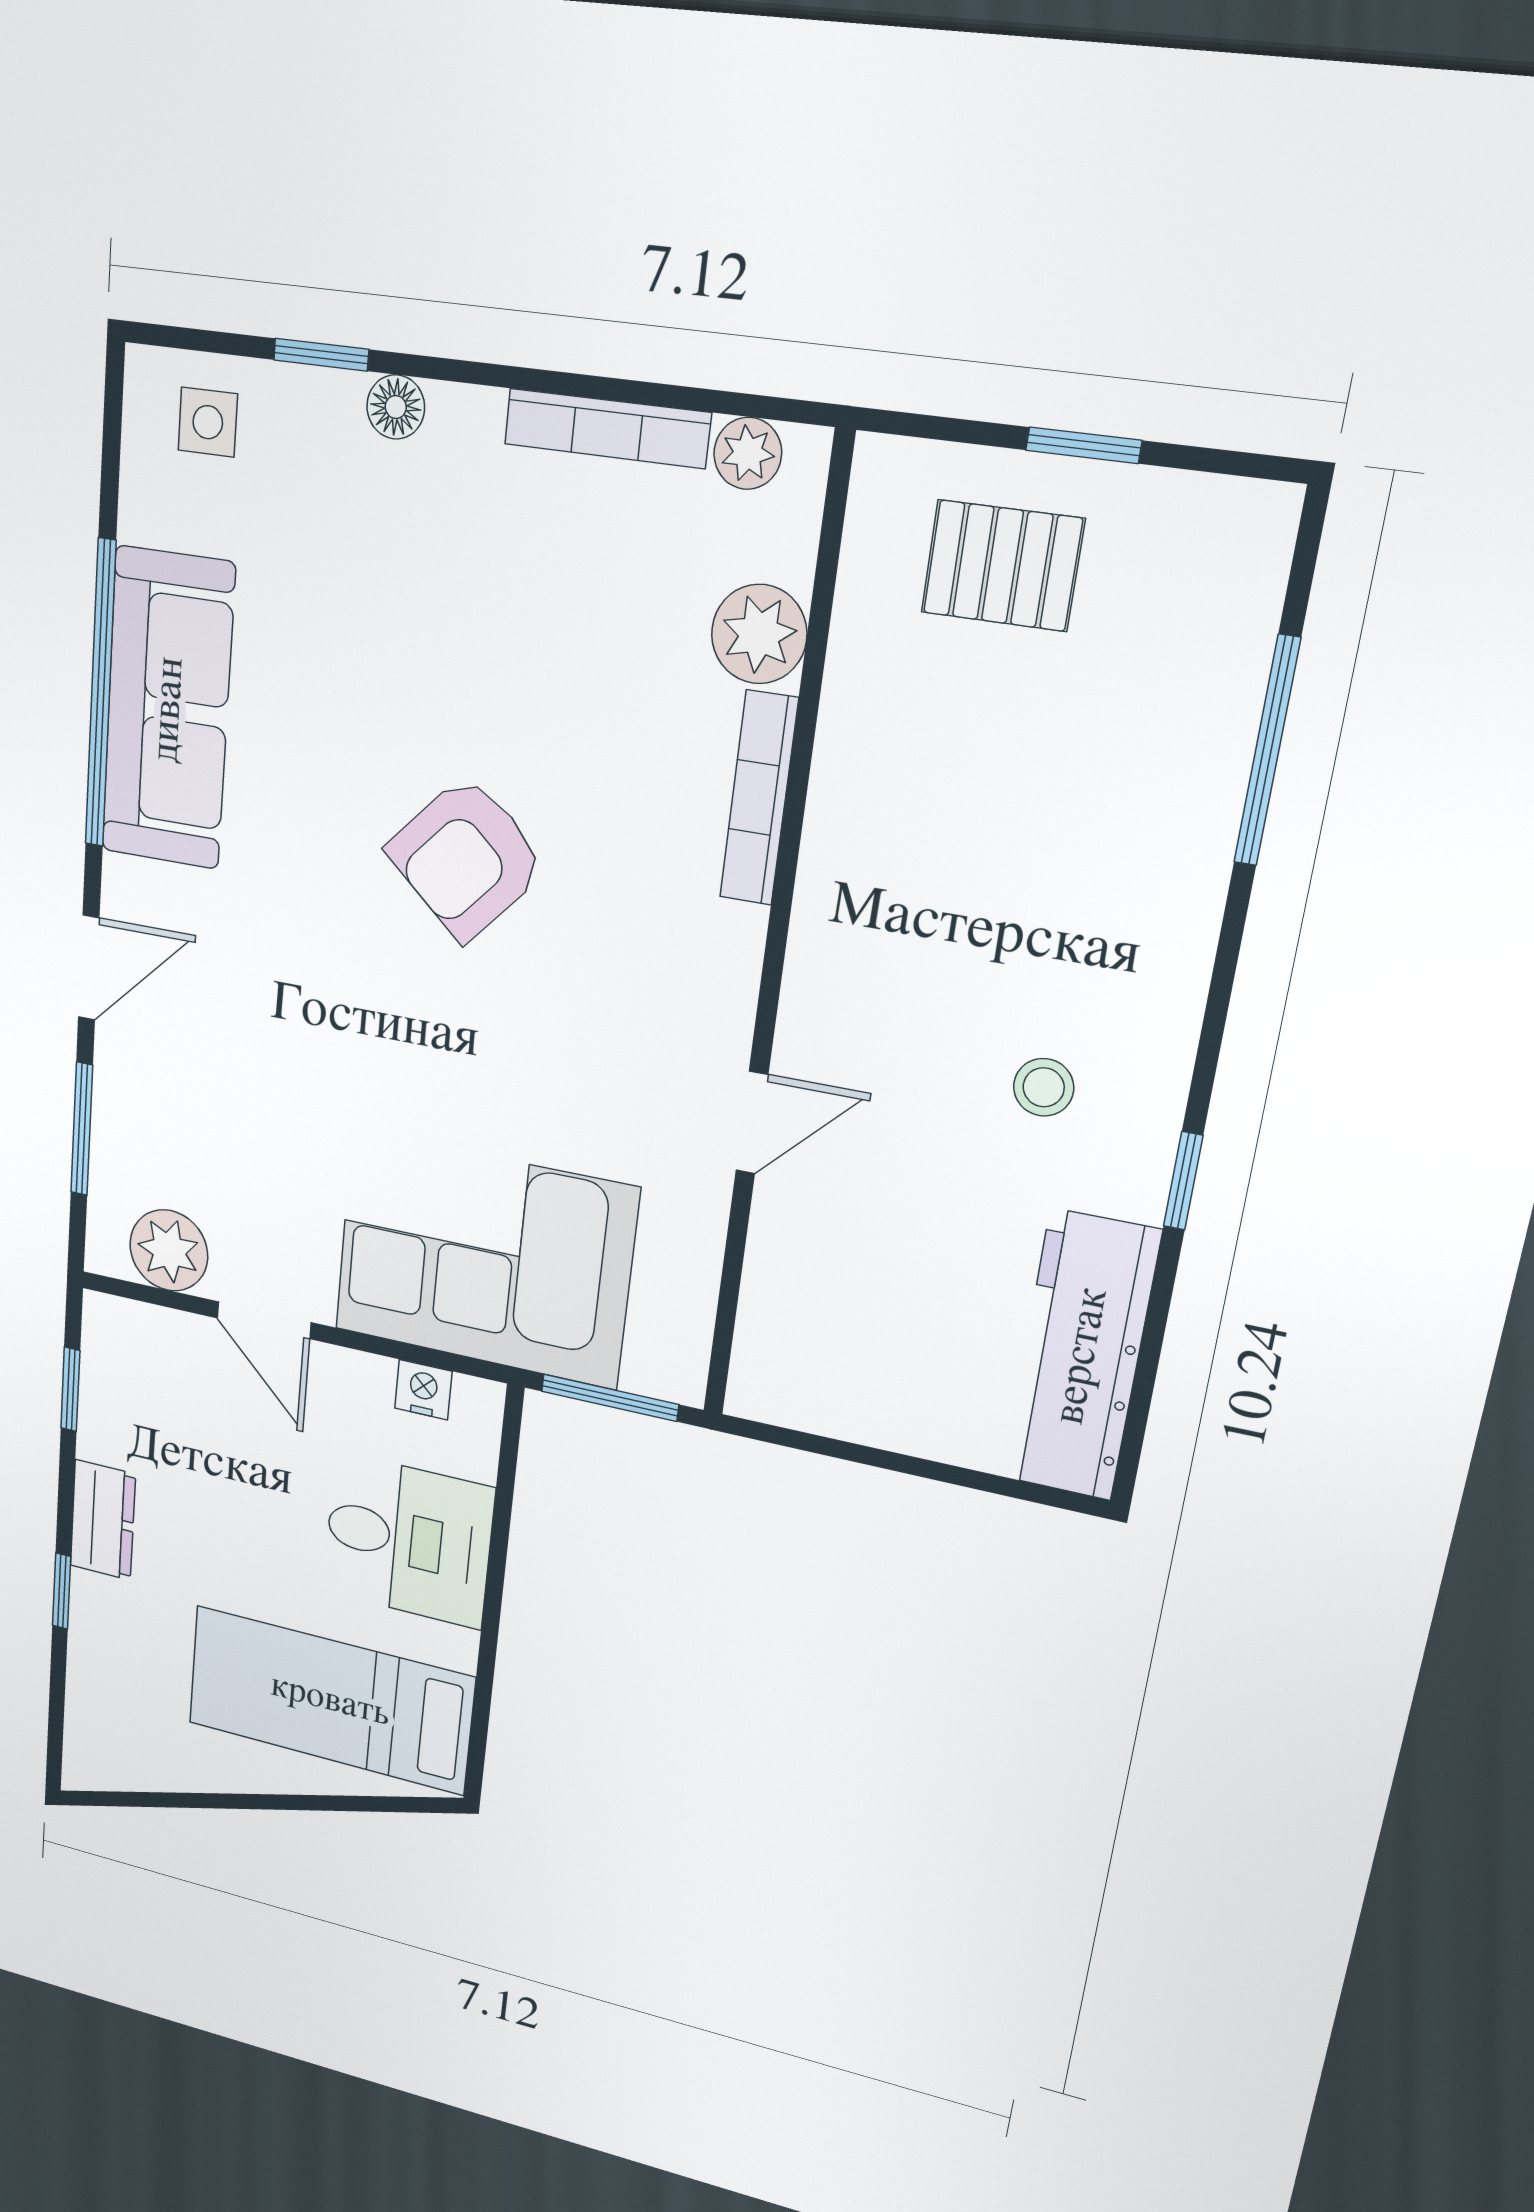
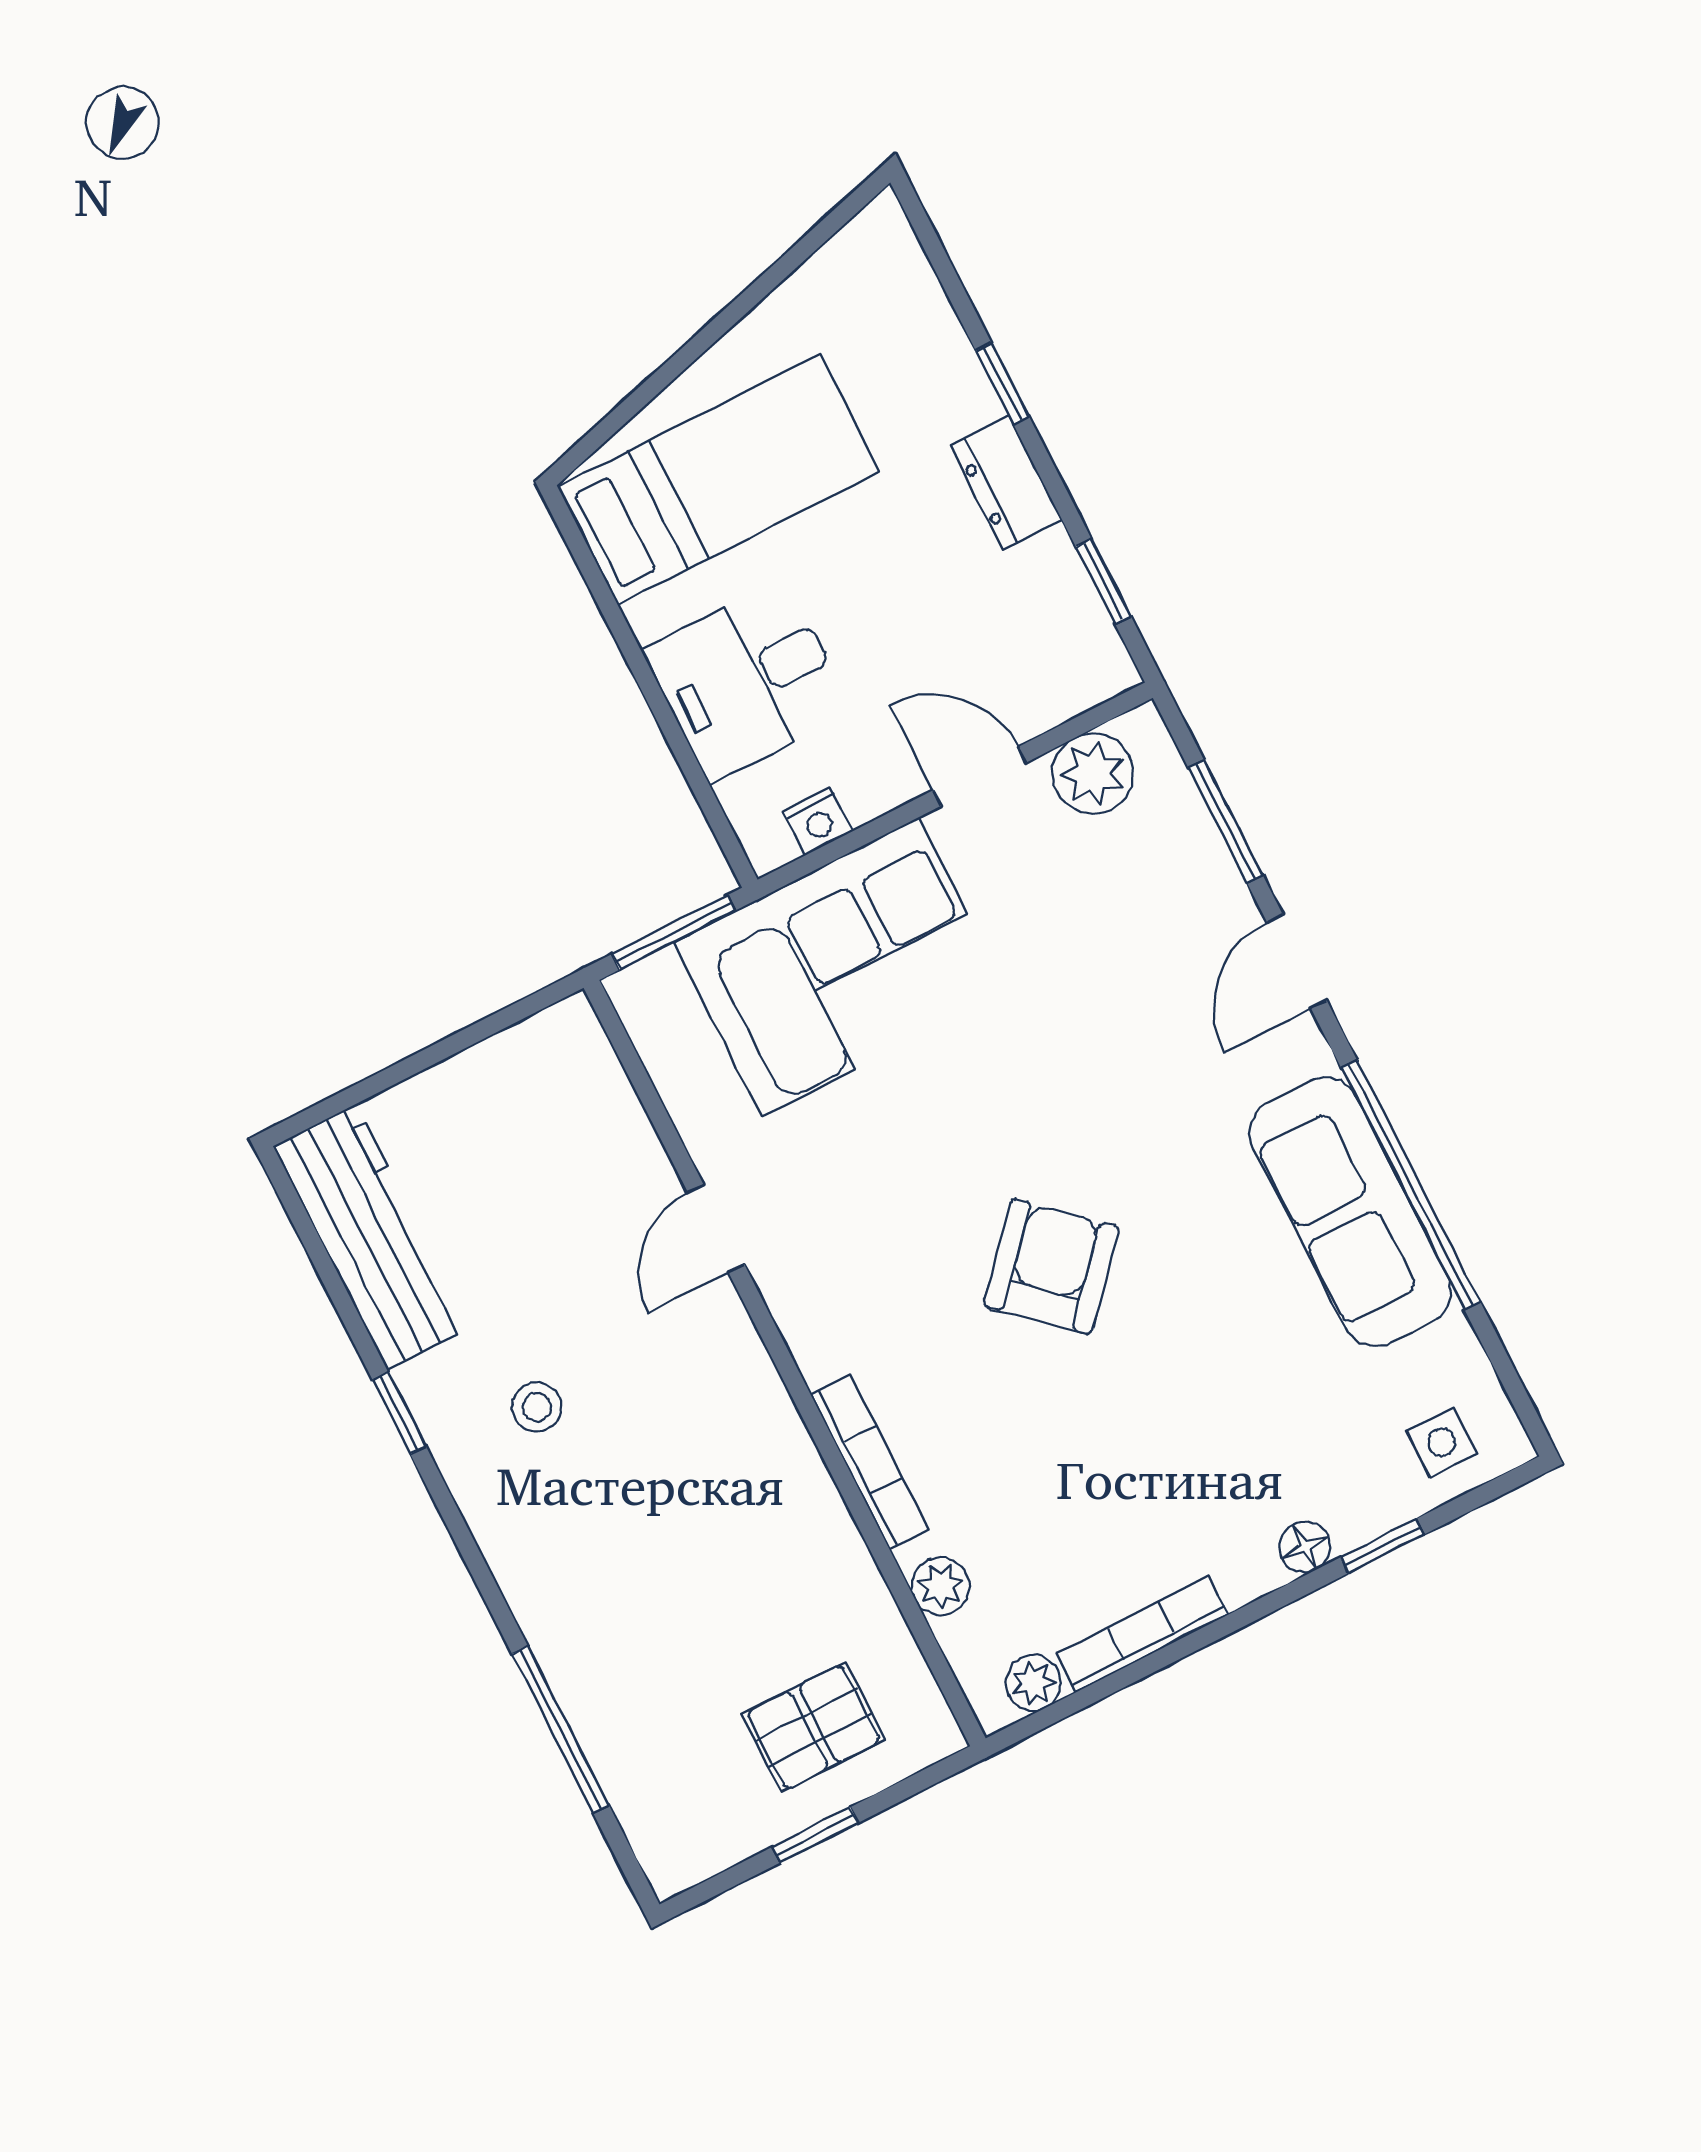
plant: (759, 634) -> (940, 1586), width x0.73, depth x0.73

